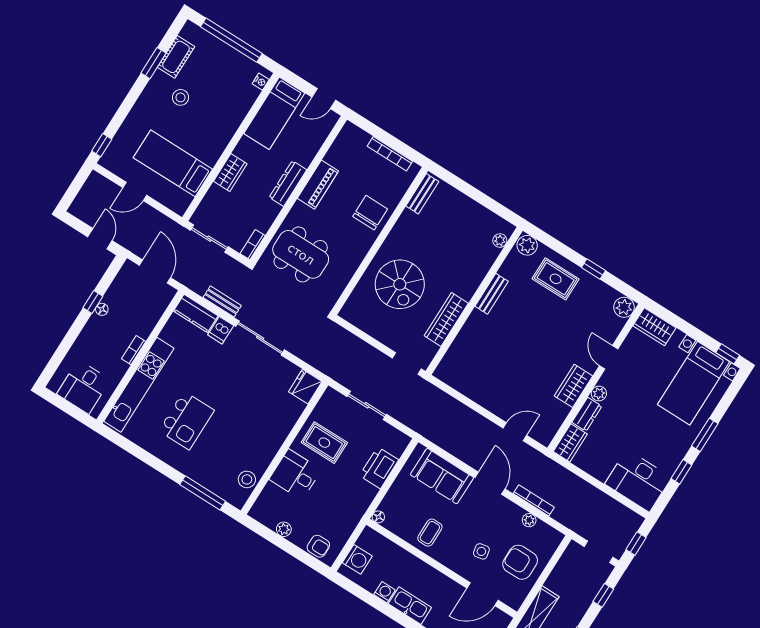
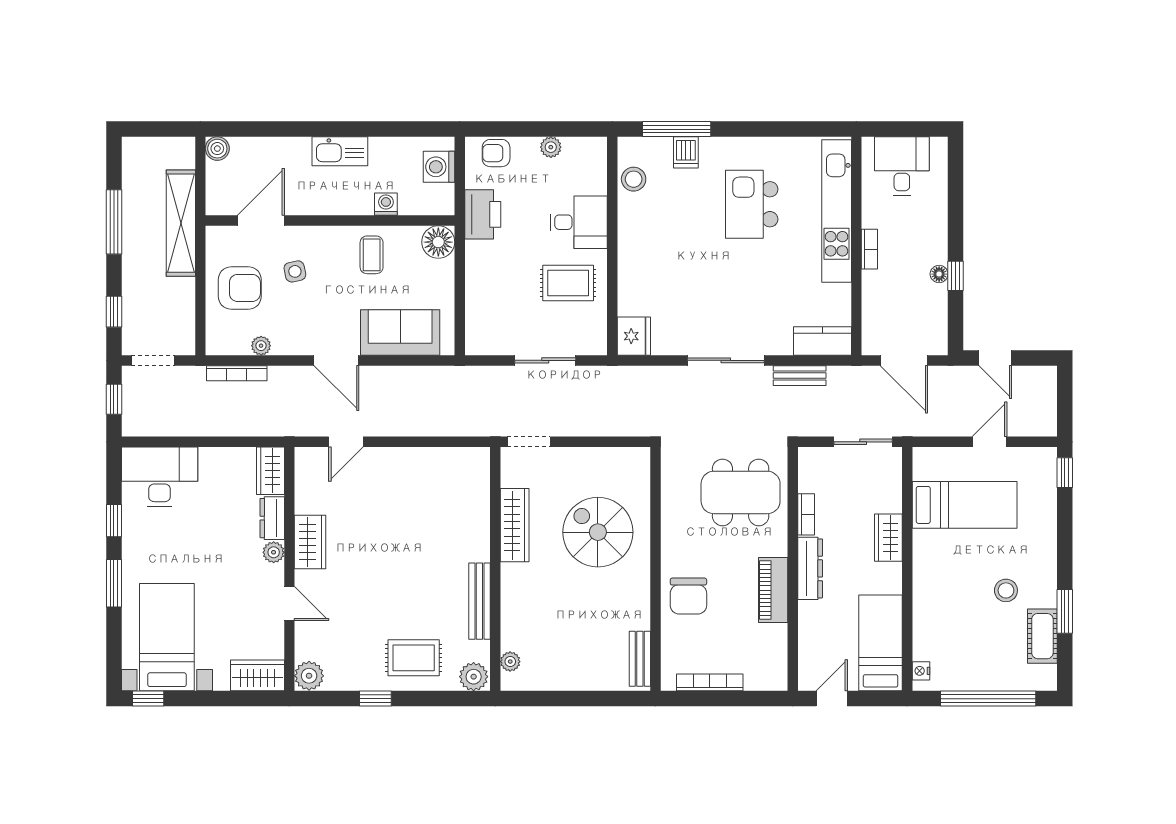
bookcase: (253, 245) -> (806, 514), moved
bench: (492, 294) -> (479, 601), width x1.36
dishwasher: (221, 330) -> (686, 152), moved, turned 180
printer: (379, 468) -> (483, 214), moved
bookcase: (534, 500) -> (237, 373), moved
floor lamp: (378, 517) -> (438, 242), width x1.89, depth x1.89
washing machine: (384, 592) -> (386, 204), moved, turned 180

